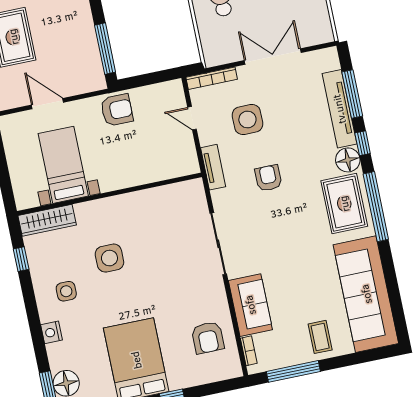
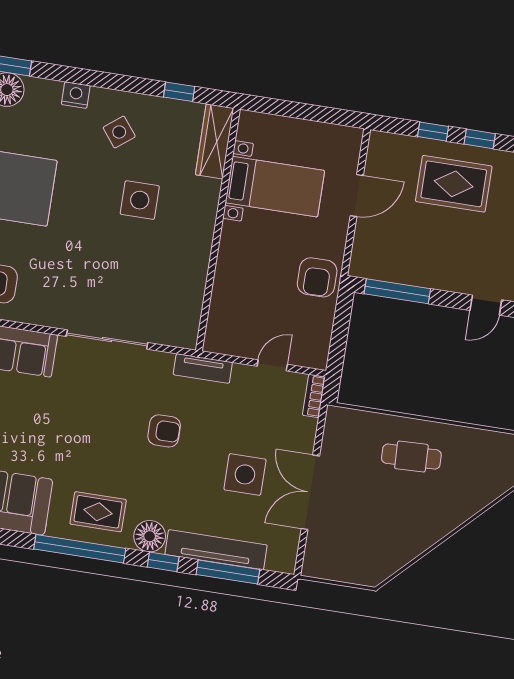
double door: (273, 57) -> (310, 492), swing flipped
bookcase: (212, 78) -> (314, 396), width x0.64
side table: (247, 120) -> (245, 474), moved
rug: (344, 204) -> (98, 512), width x0.73, depth x0.70
side table: (66, 291) -> (119, 132), turned -38

